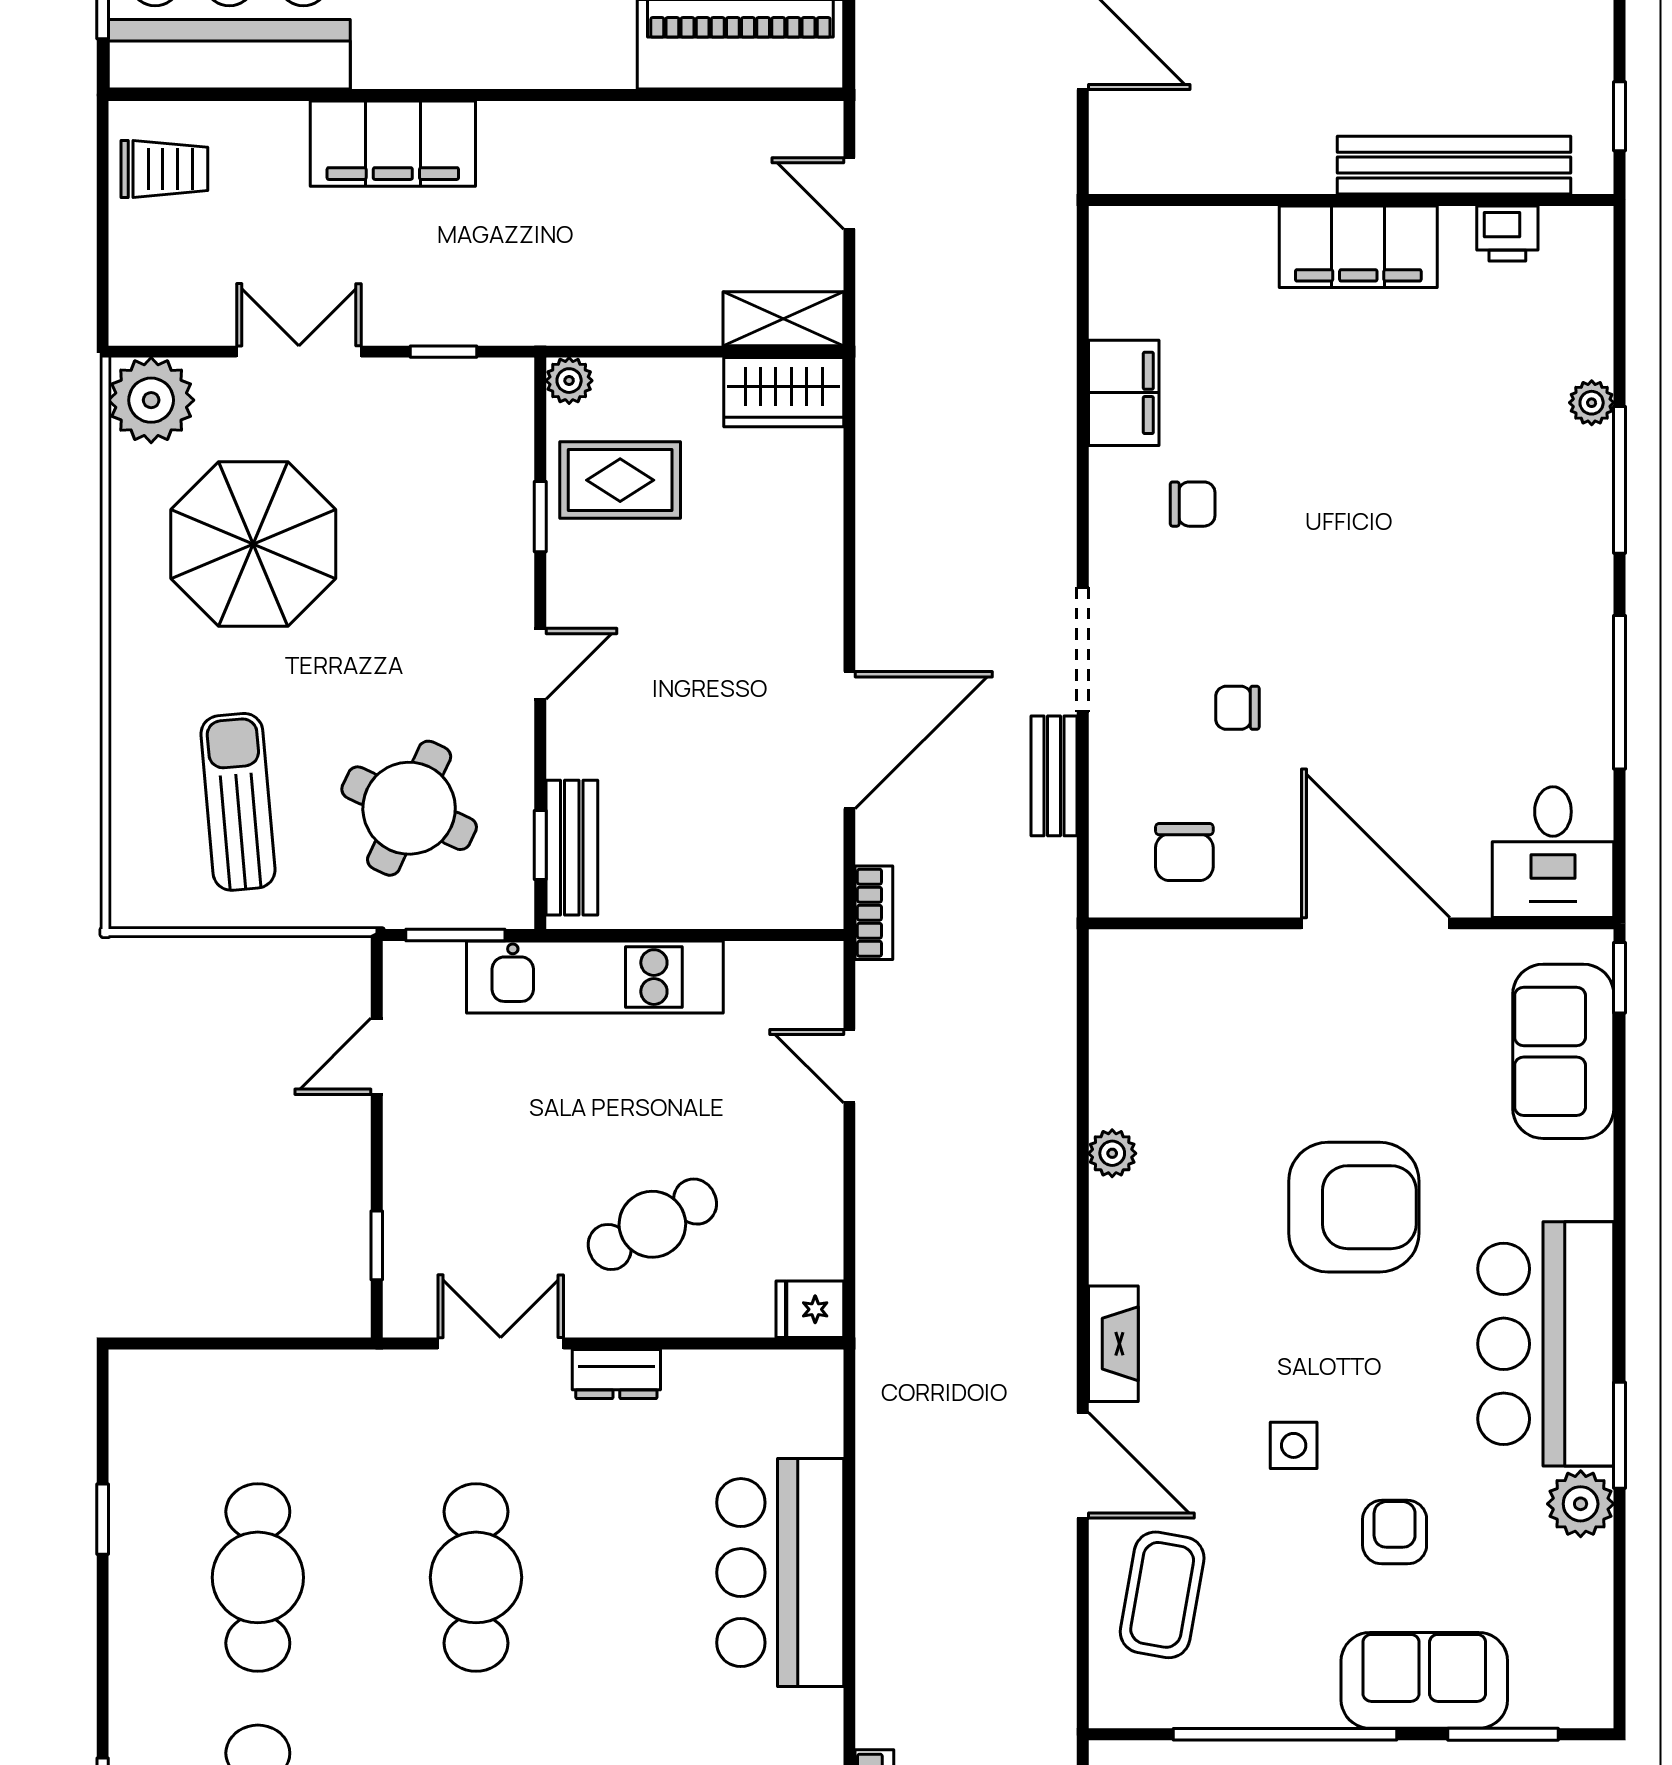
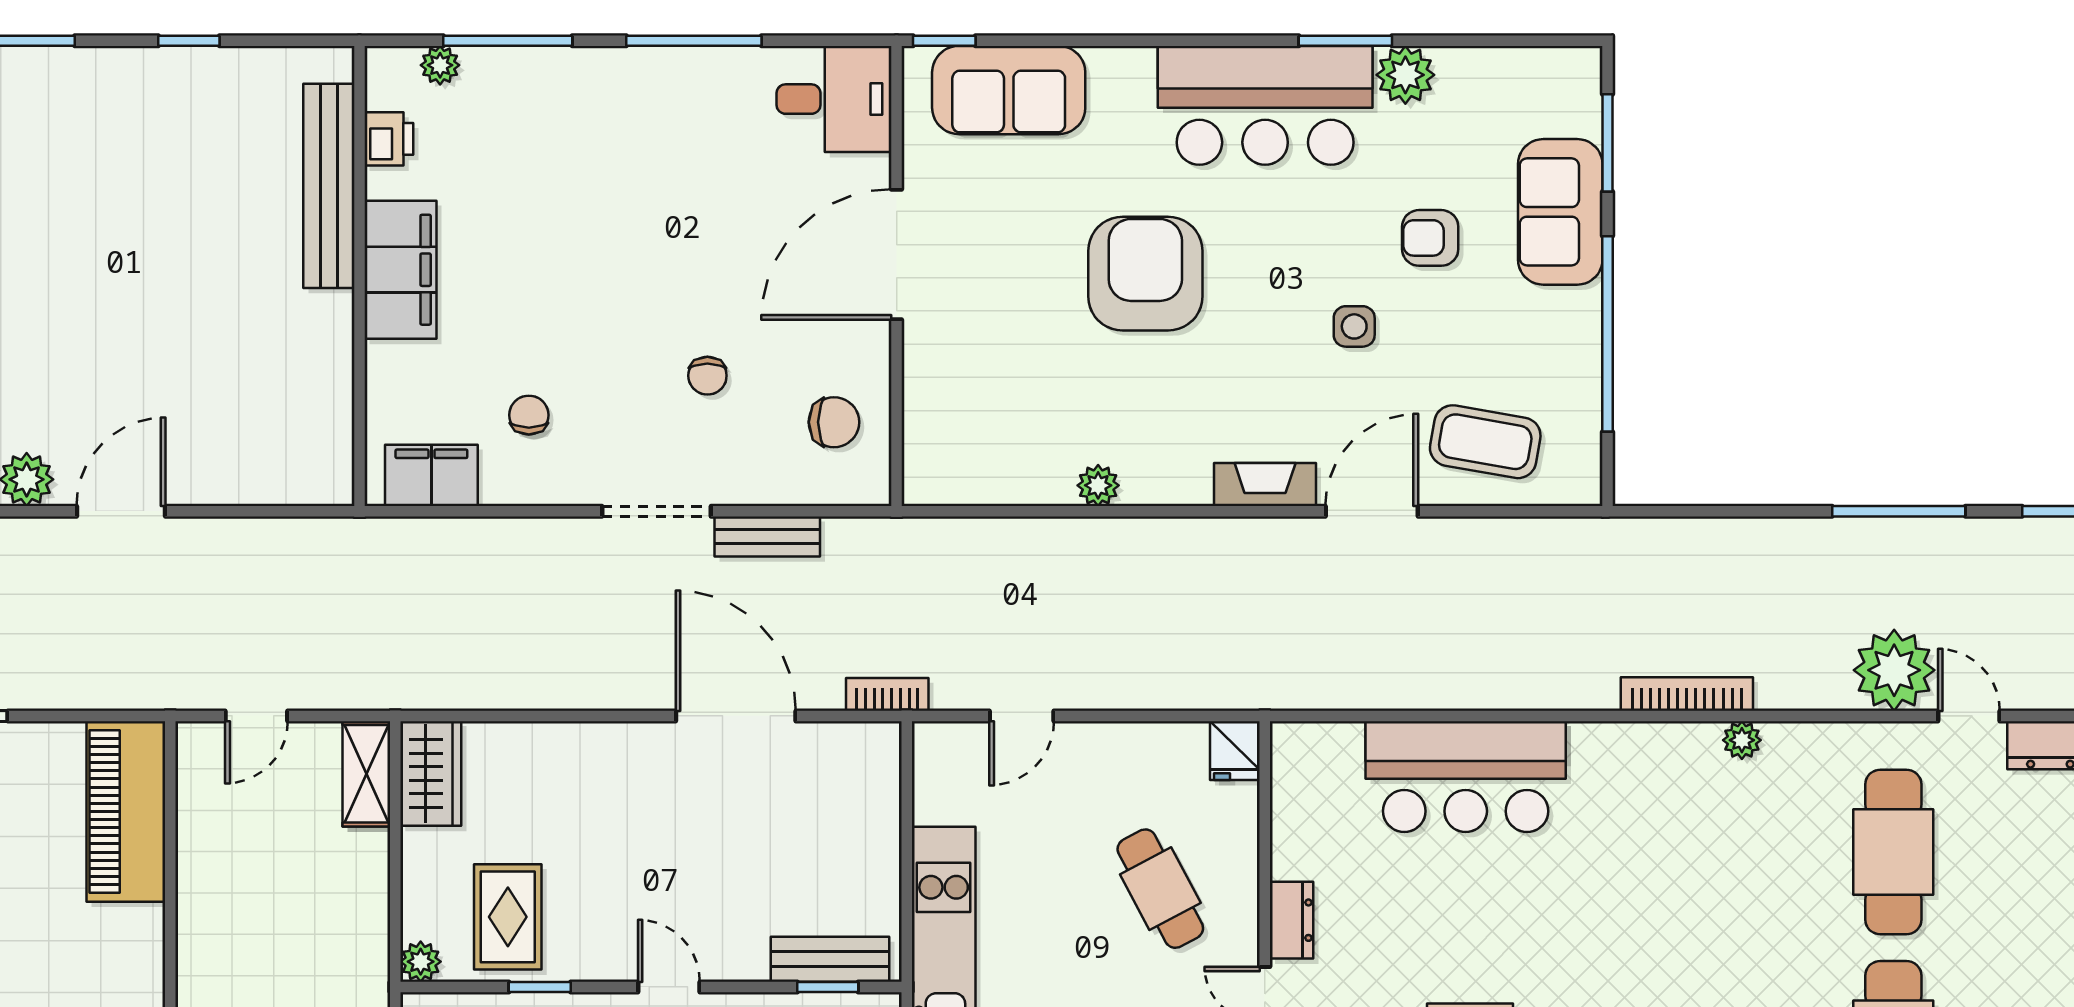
bench: (1454, 165) -> (329, 186), moved
wall: (1351, 200) -> (359, 276), moved
printer: (1507, 233) -> (389, 139), moved
filing cabinet: (1358, 247) -> (400, 270), moved

